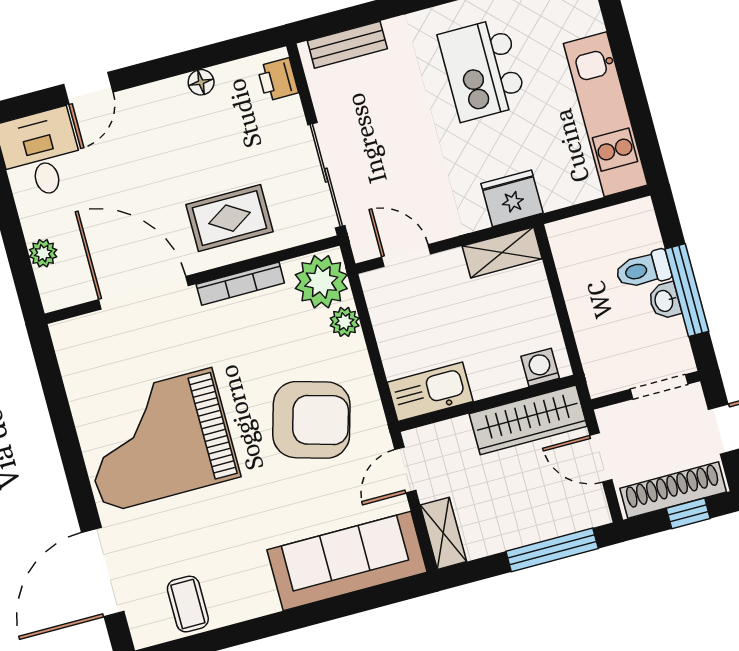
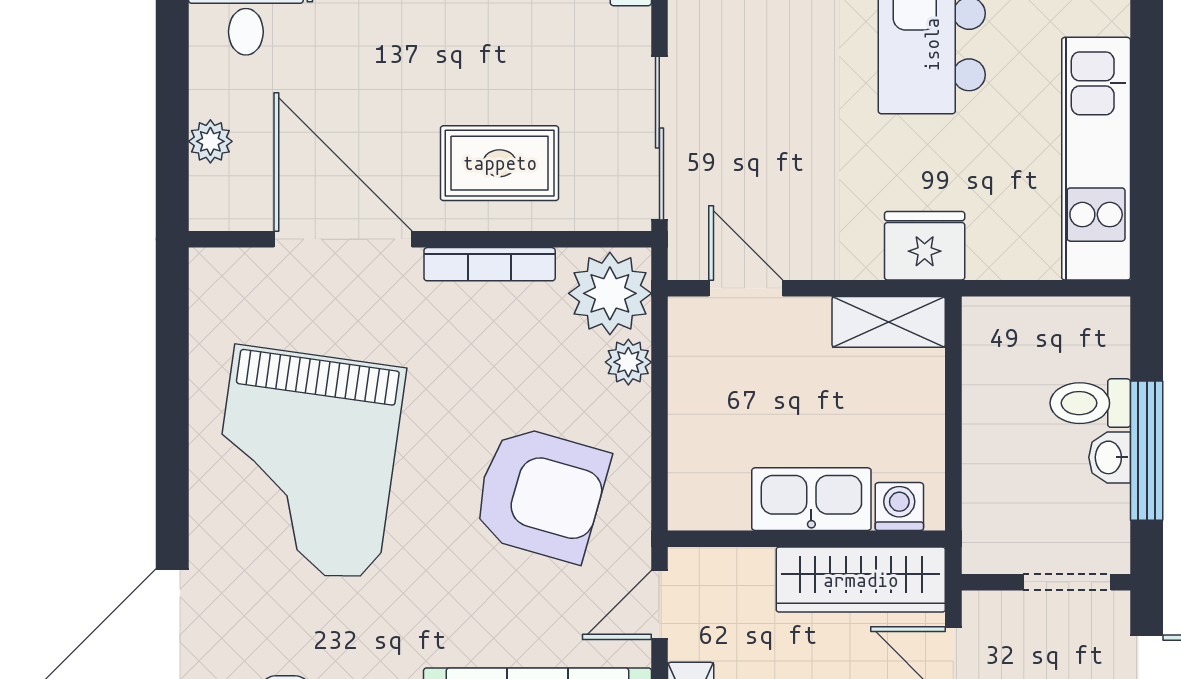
kitchen sink: (430, 392) -> (811, 499), moved
grand piano: (158, 440) -> (306, 463), turned -82

